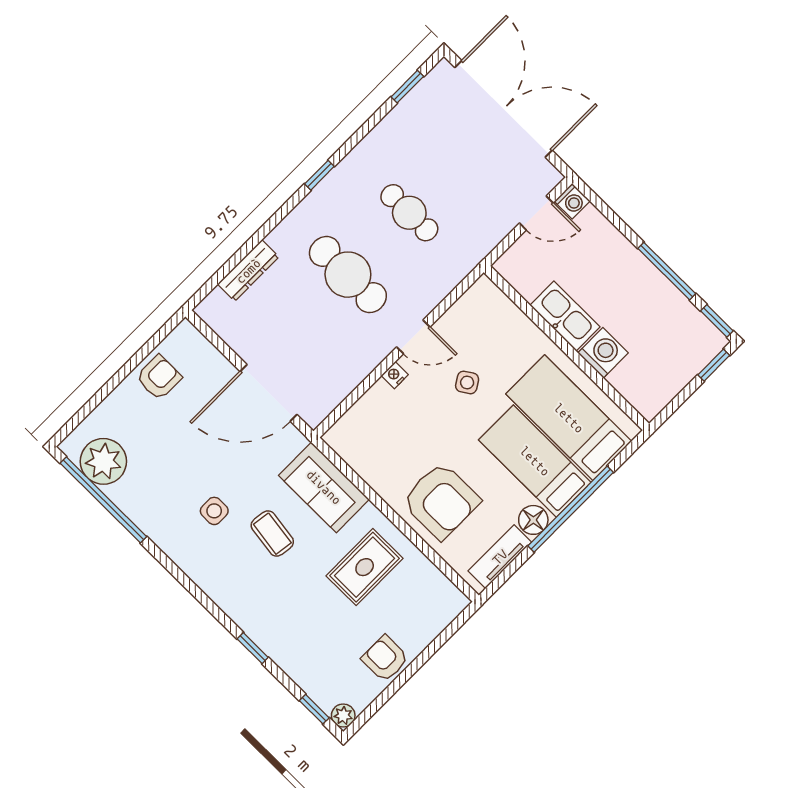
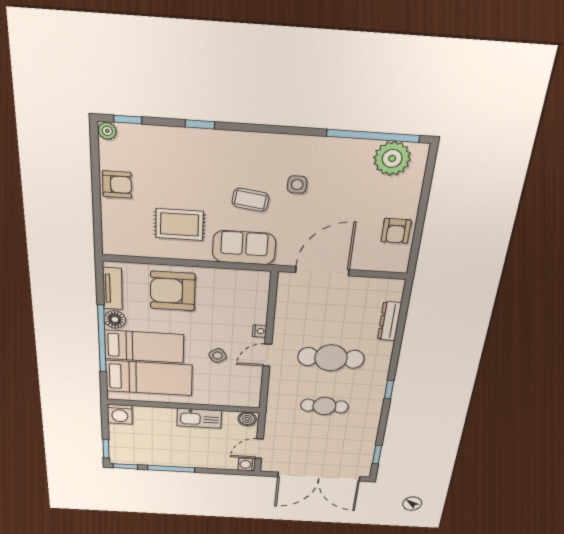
boiler: (512, 269) -> (247, 419), added
washing machine: (603, 353) -> (120, 414), moved
rug: (365, 567) -> (179, 224), turned 90

